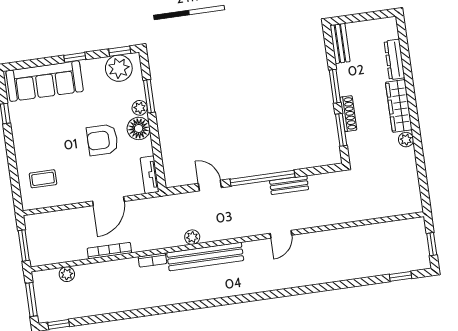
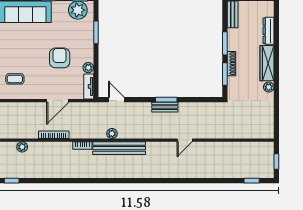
plant: (140, 108) -> (88, 68), moved
floor lamp: (139, 128) -> (86, 53), removed
armchair: (102, 140) -> (60, 58), turned 90
window: (263, 178) -> (166, 100), width x0.47
door: (210, 185) -> (116, 100), moved
bench: (289, 185) -> (165, 107), moved
door: (281, 234) -> (185, 140), moved

